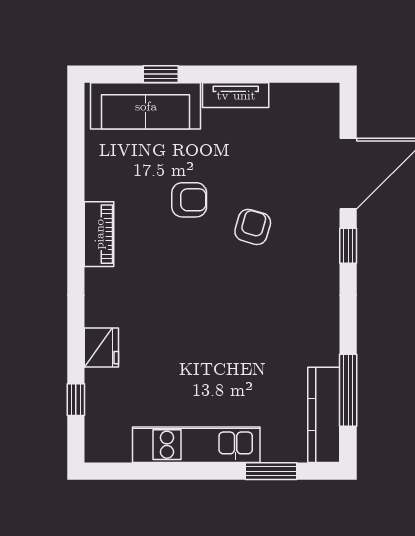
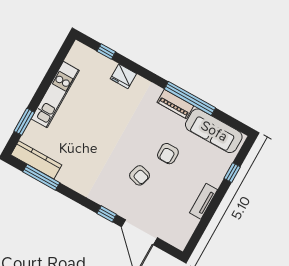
sofa: (146, 106) -> (214, 131), moved, turned -90
window: (76, 215) -> (190, 98), added

